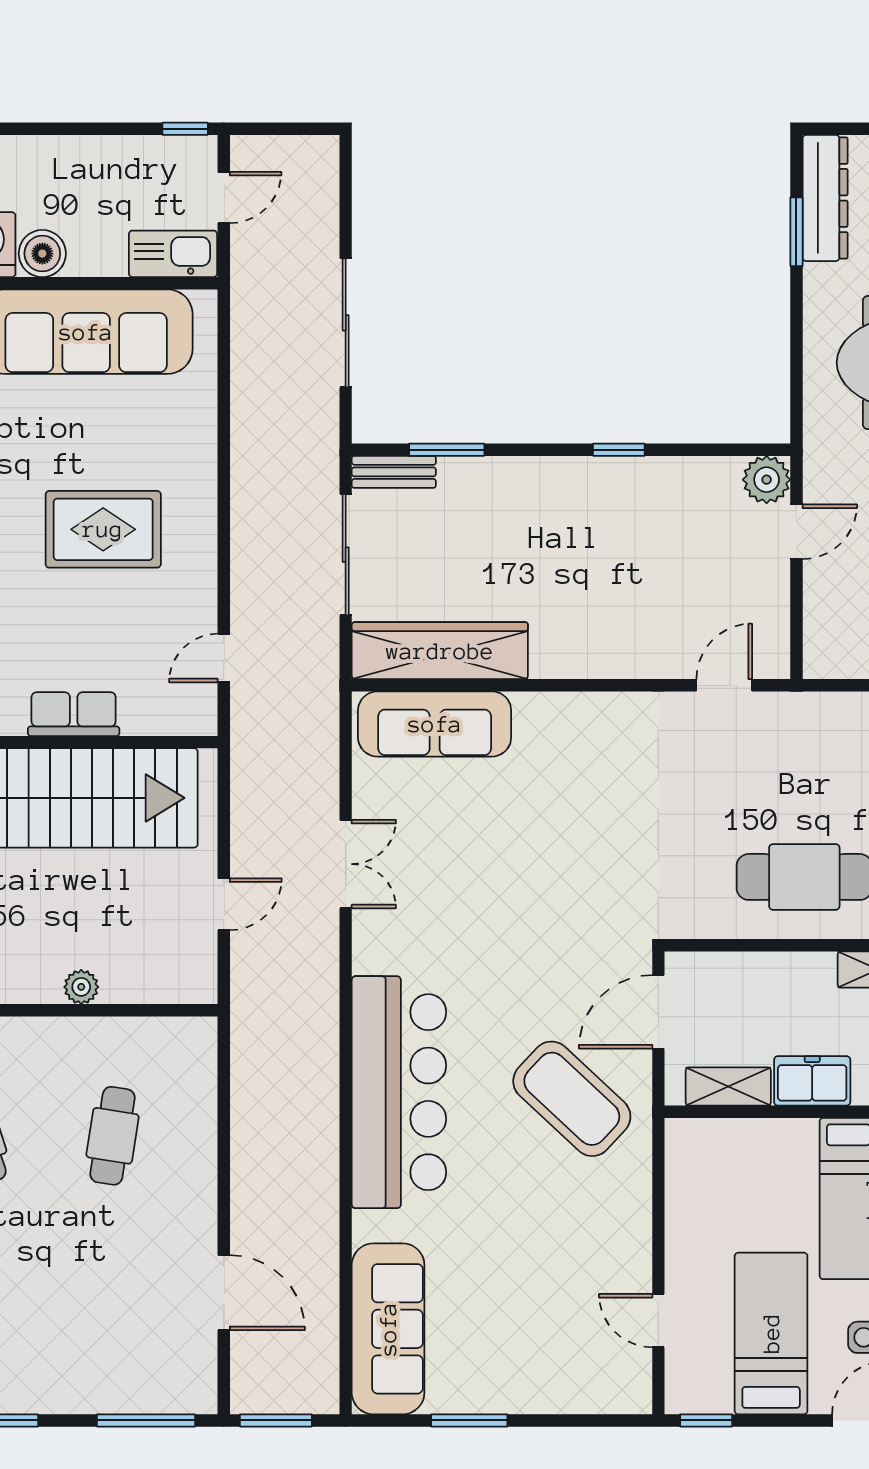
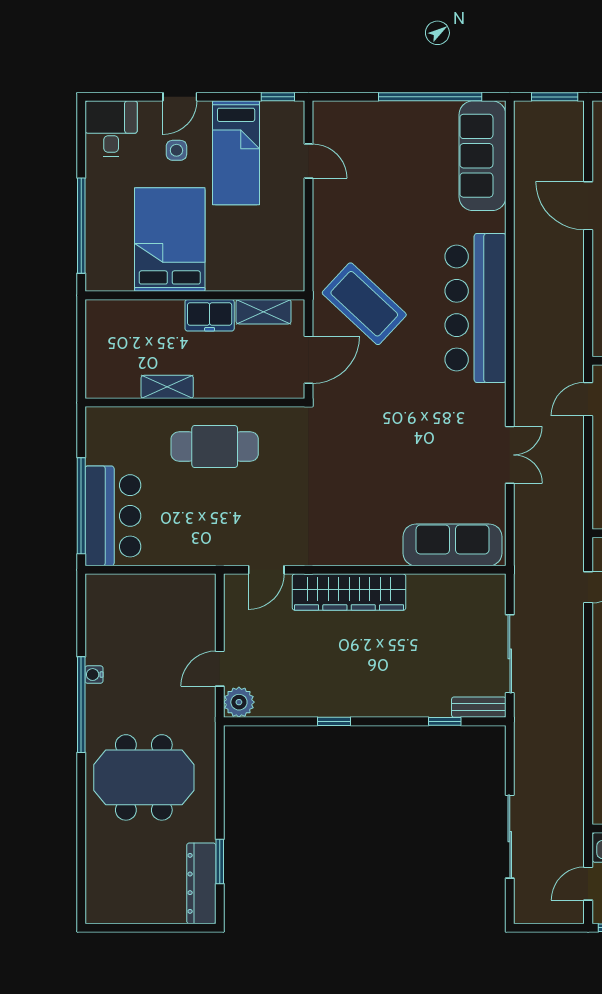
sliding door: (346, 323) -> (510, 837), moved
window: (447, 450) -> (445, 721), width x0.67
wardrobe: (440, 651) -> (349, 592), moved
double door: (346, 864) -> (510, 455), swing flipped
door: (224, 904) -> (588, 399), moved
door: (224, 1293) -> (588, 206), moved
window: (469, 1420) -> (430, 97), width x2.11

